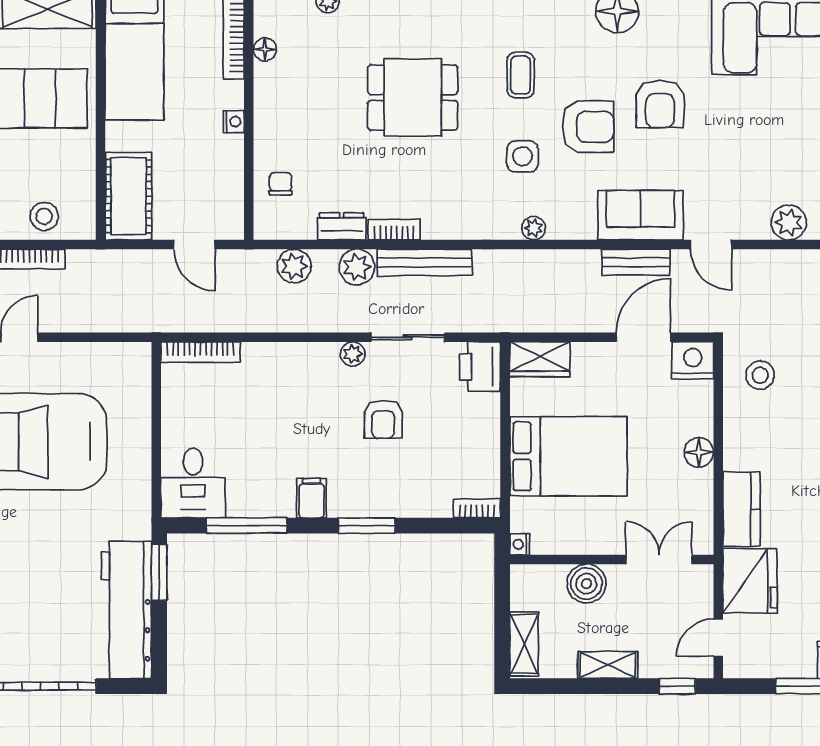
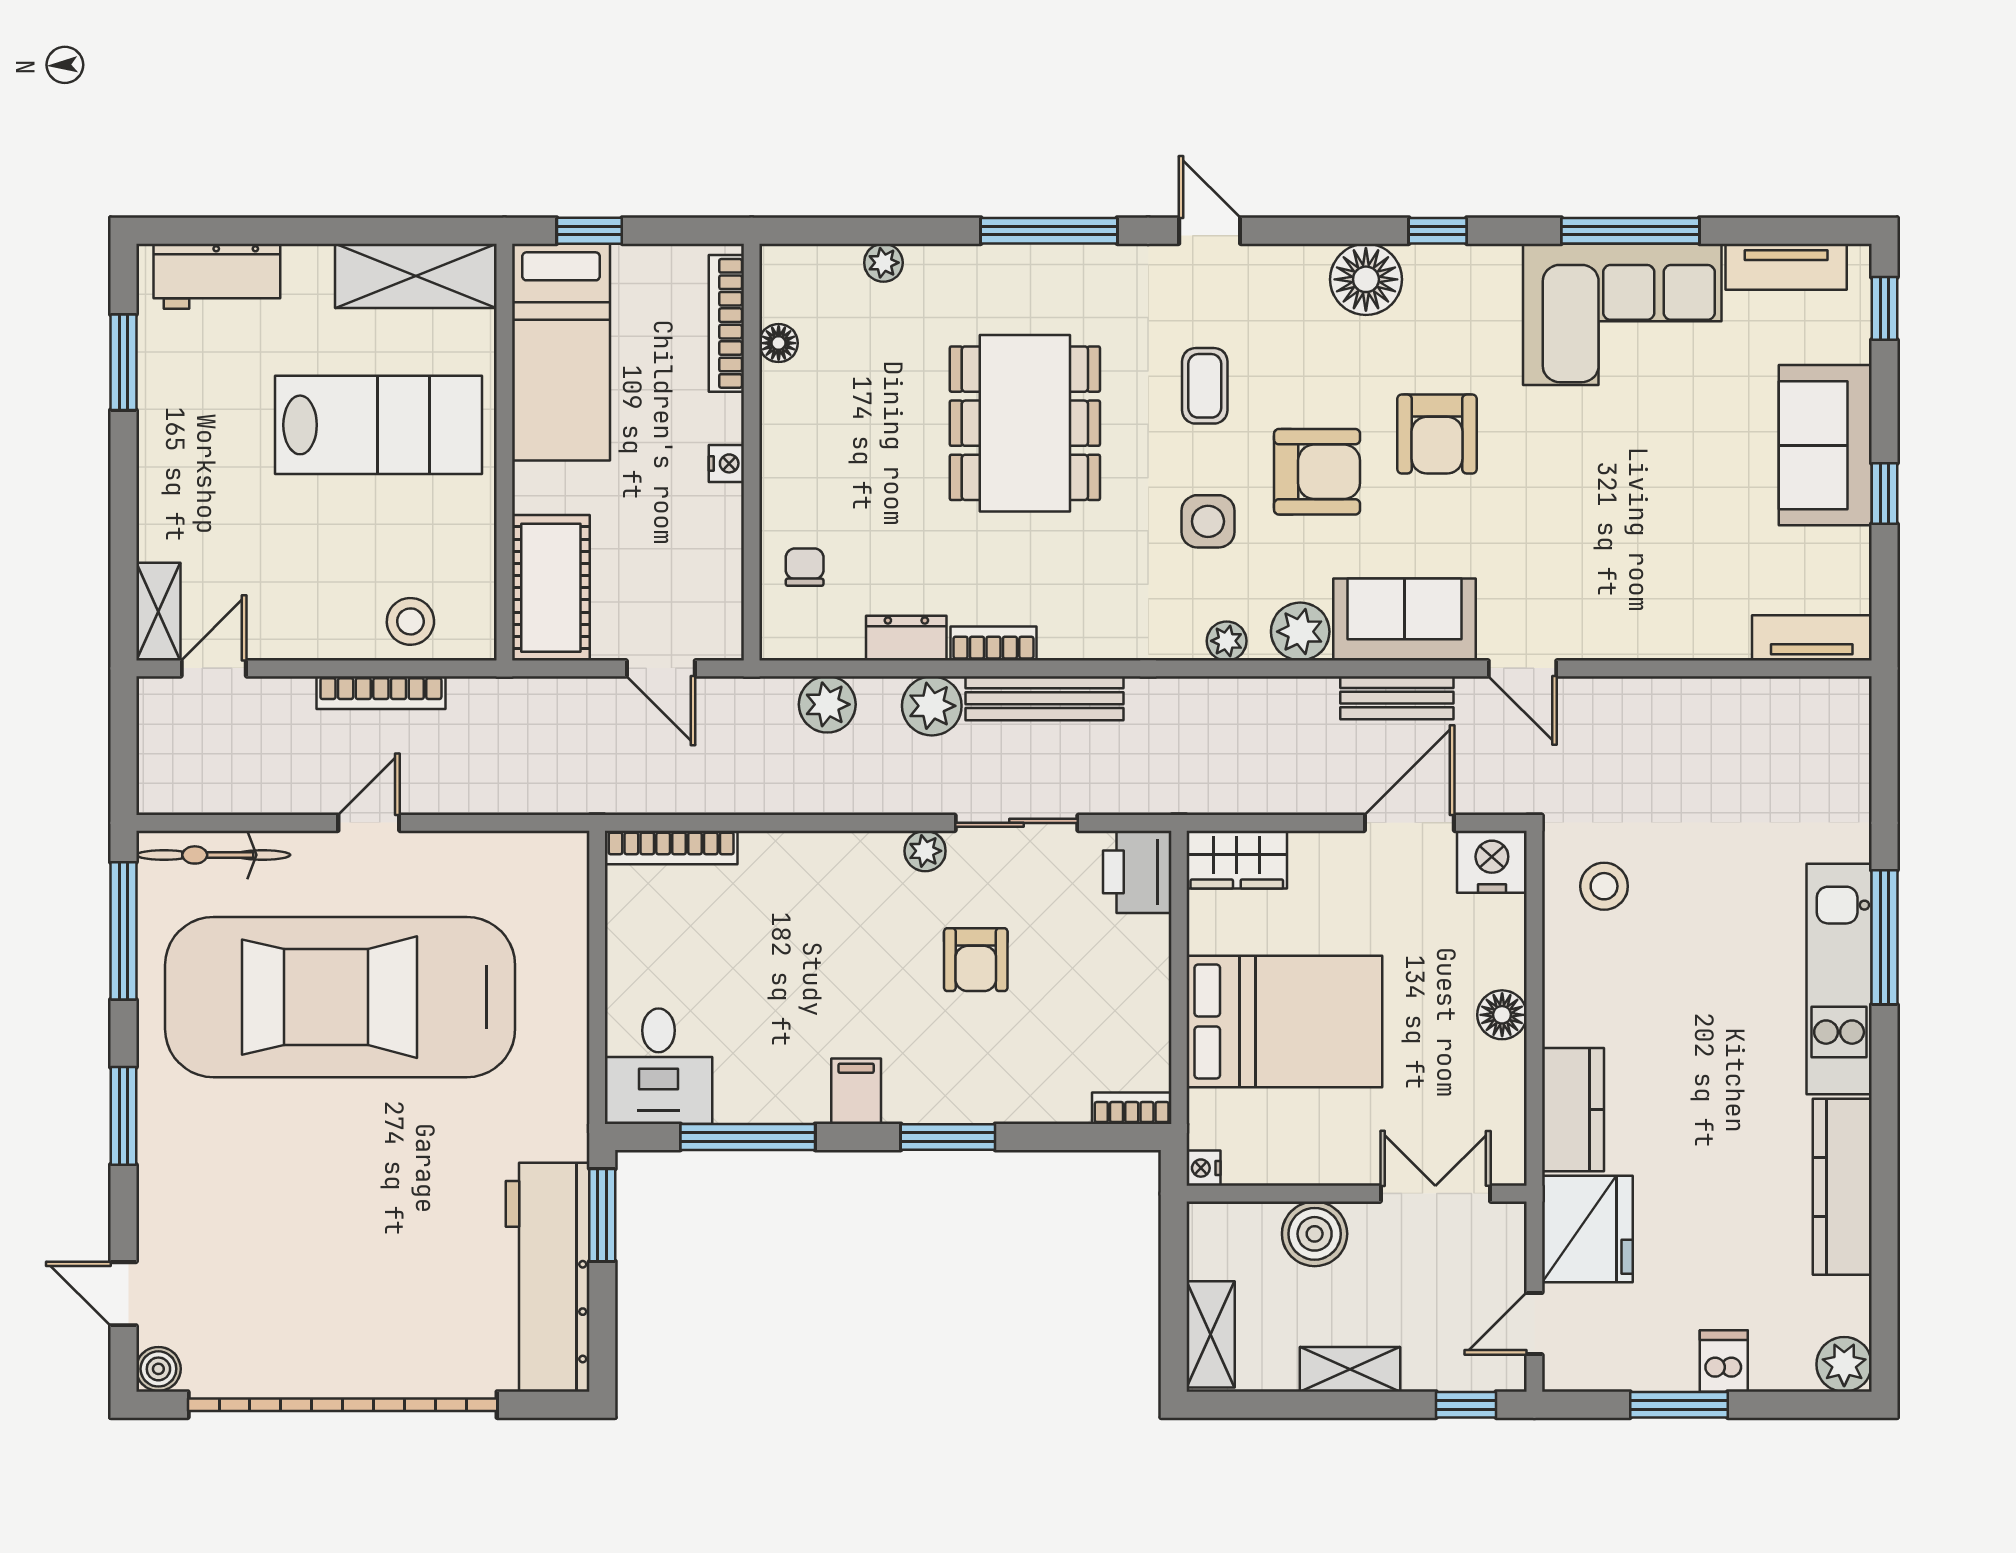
dining table: (413, 98) -> (1025, 423), width x1.38
plant: (789, 222) -> (1300, 632), moved

